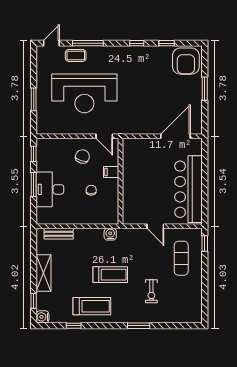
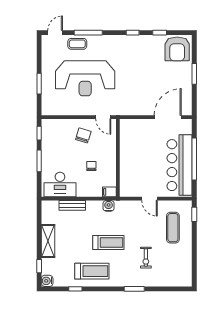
filing cabinet: (111, 172) -> (109, 192), moved
window: (205, 182) -> (194, 159), added
desk: (50, 189) -> (60, 185), moved, turned -90
bench: (59, 234) -> (72, 205), moved

